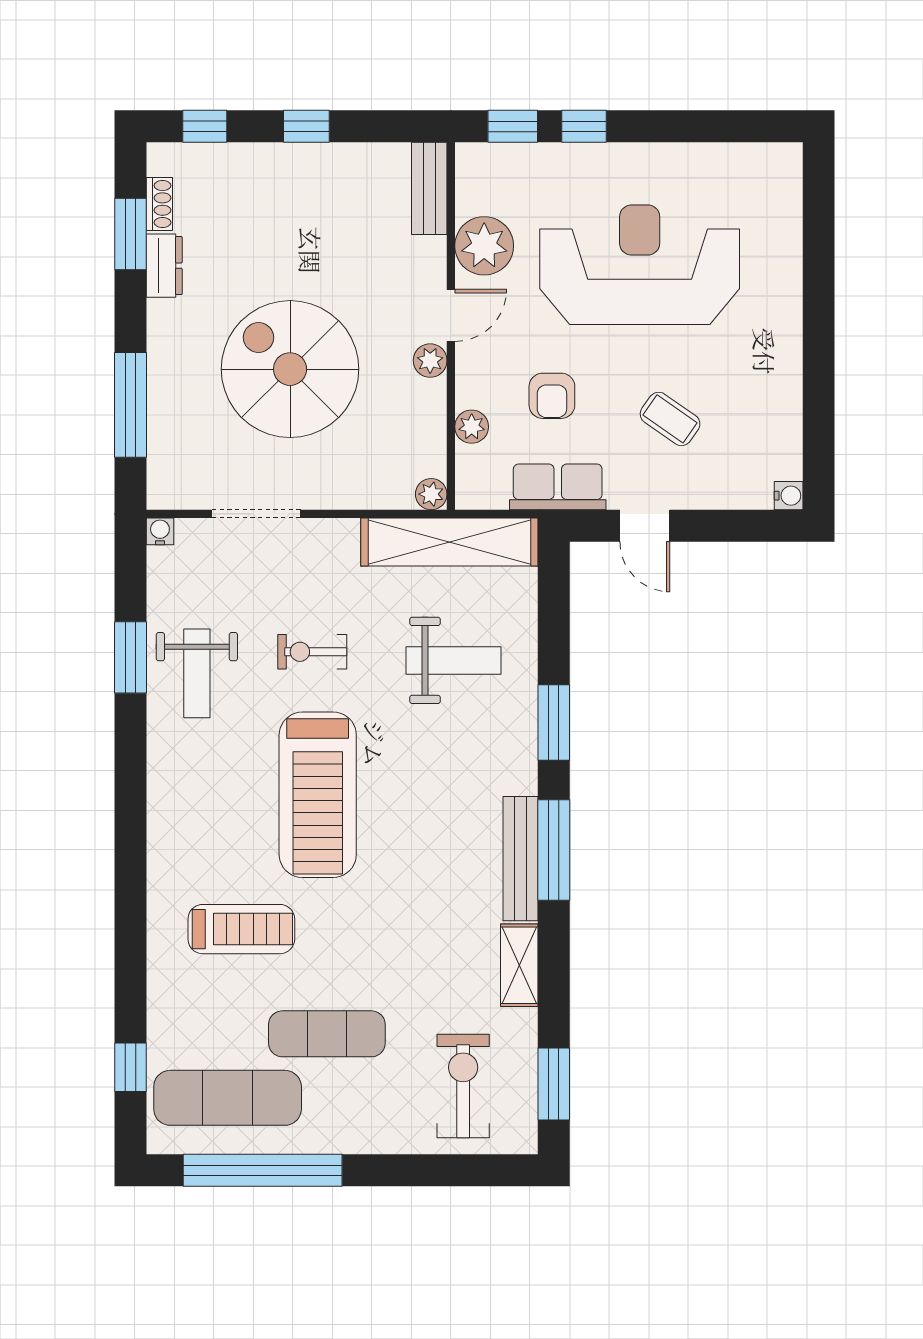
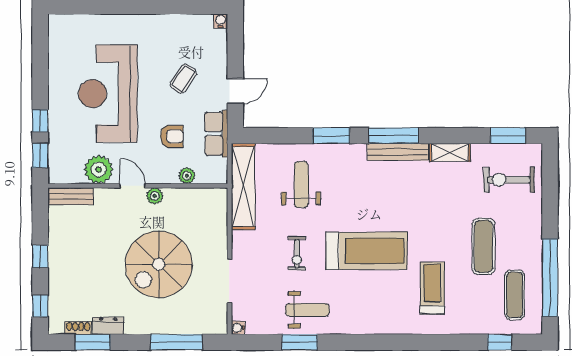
plant: (431, 494) -> (220, 195), removed
exercise mat: (228, 1098) -> (515, 295), width x0.73, depth x0.69

